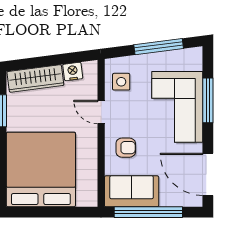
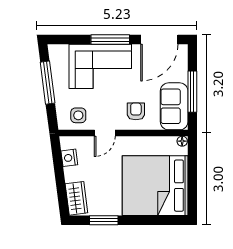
wardrobe: (35, 78) -> (76, 198), width x0.67
window: (208, 100) -> (110, 40), moved
floor lamp: (92, 201) -> (182, 141), added
window: (148, 212) -> (192, 92), width x0.68

